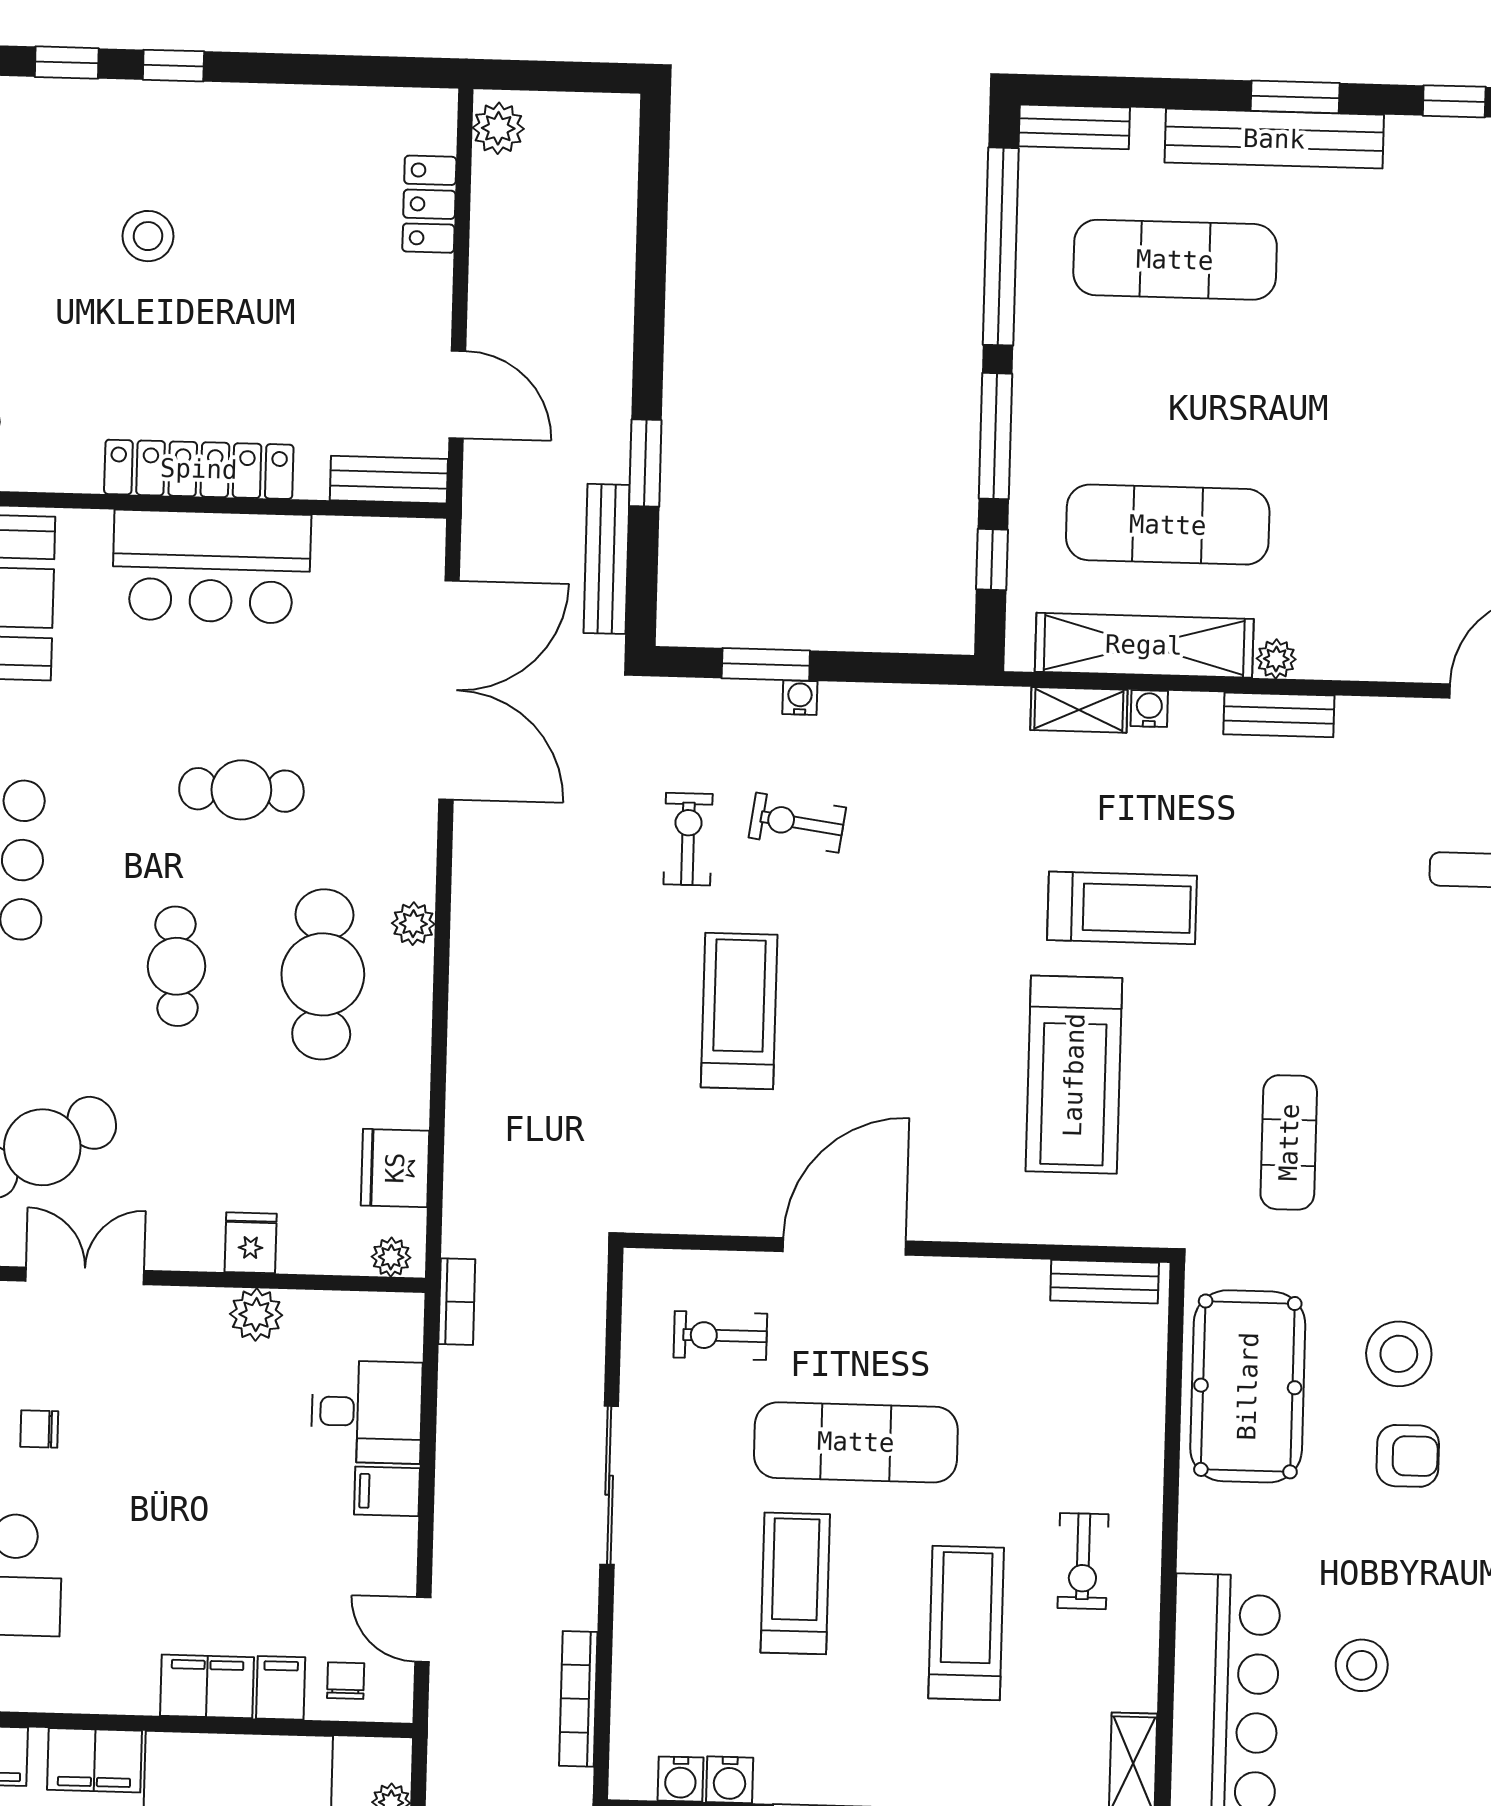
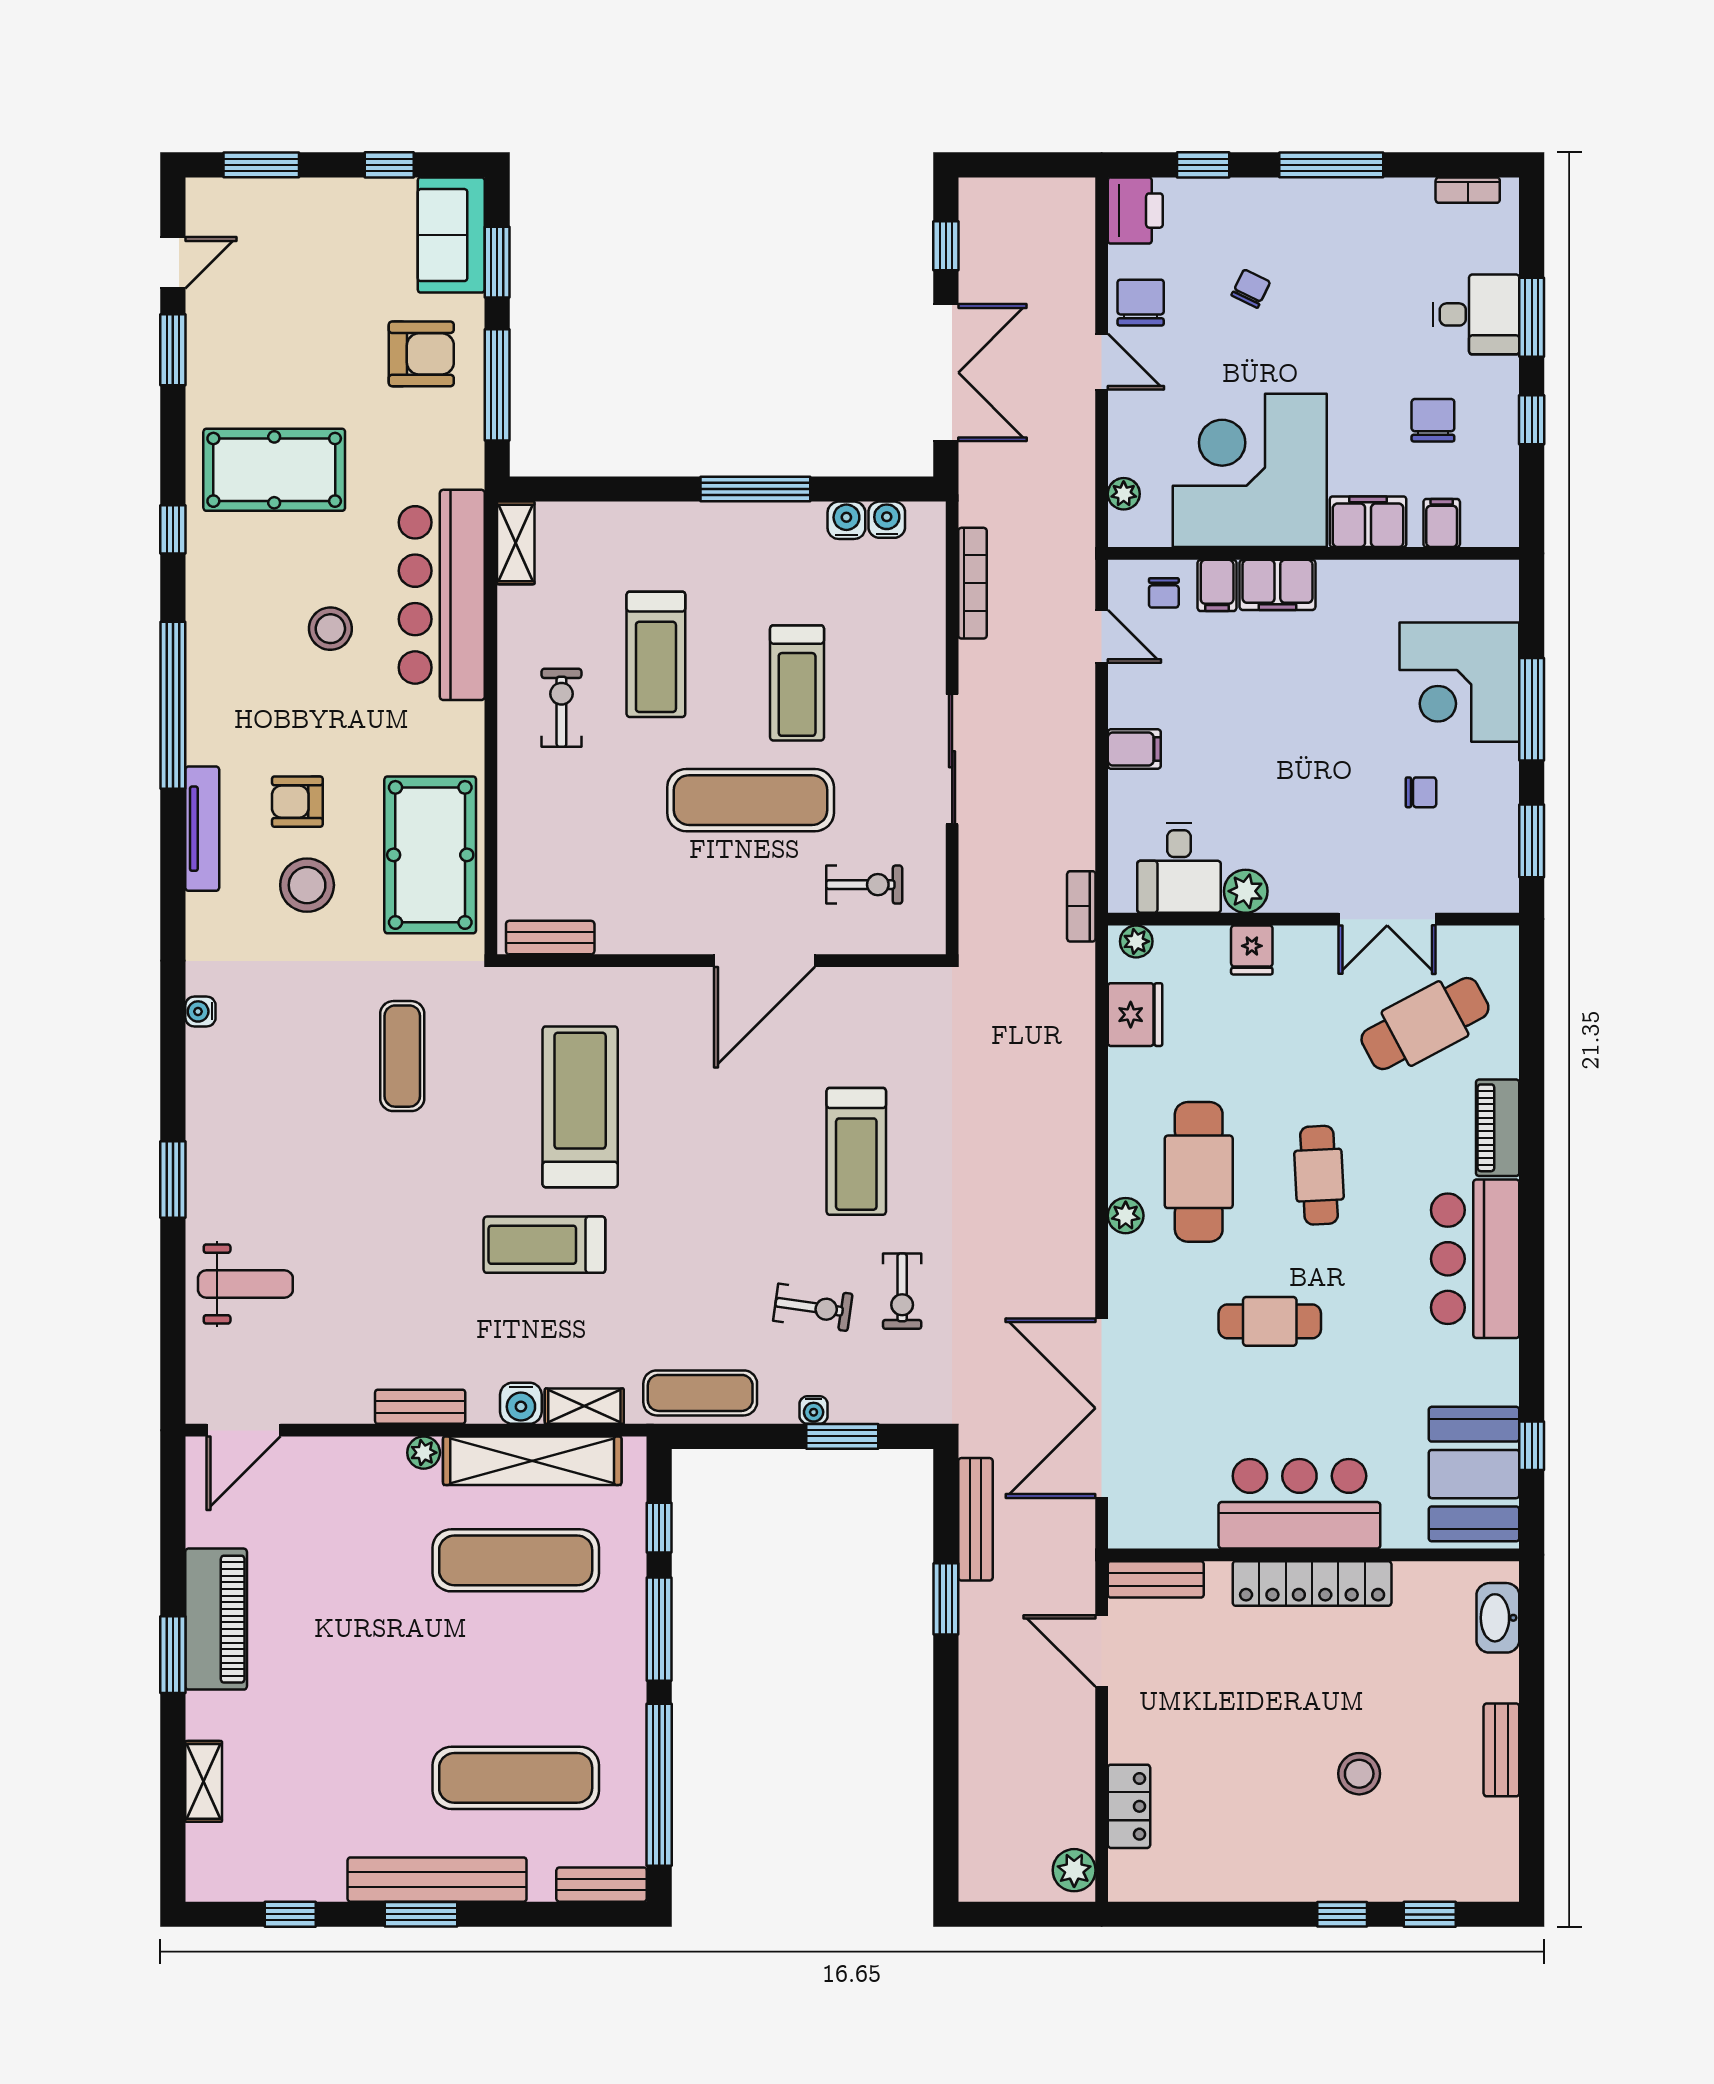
water cooler: (1149, 709) -> (521, 1403), width x1.38, depth x1.38
exercise mat: (937, 722) -> (700, 1393), added
desk: (367, 1412) -> (1179, 868), moved, turned -90

